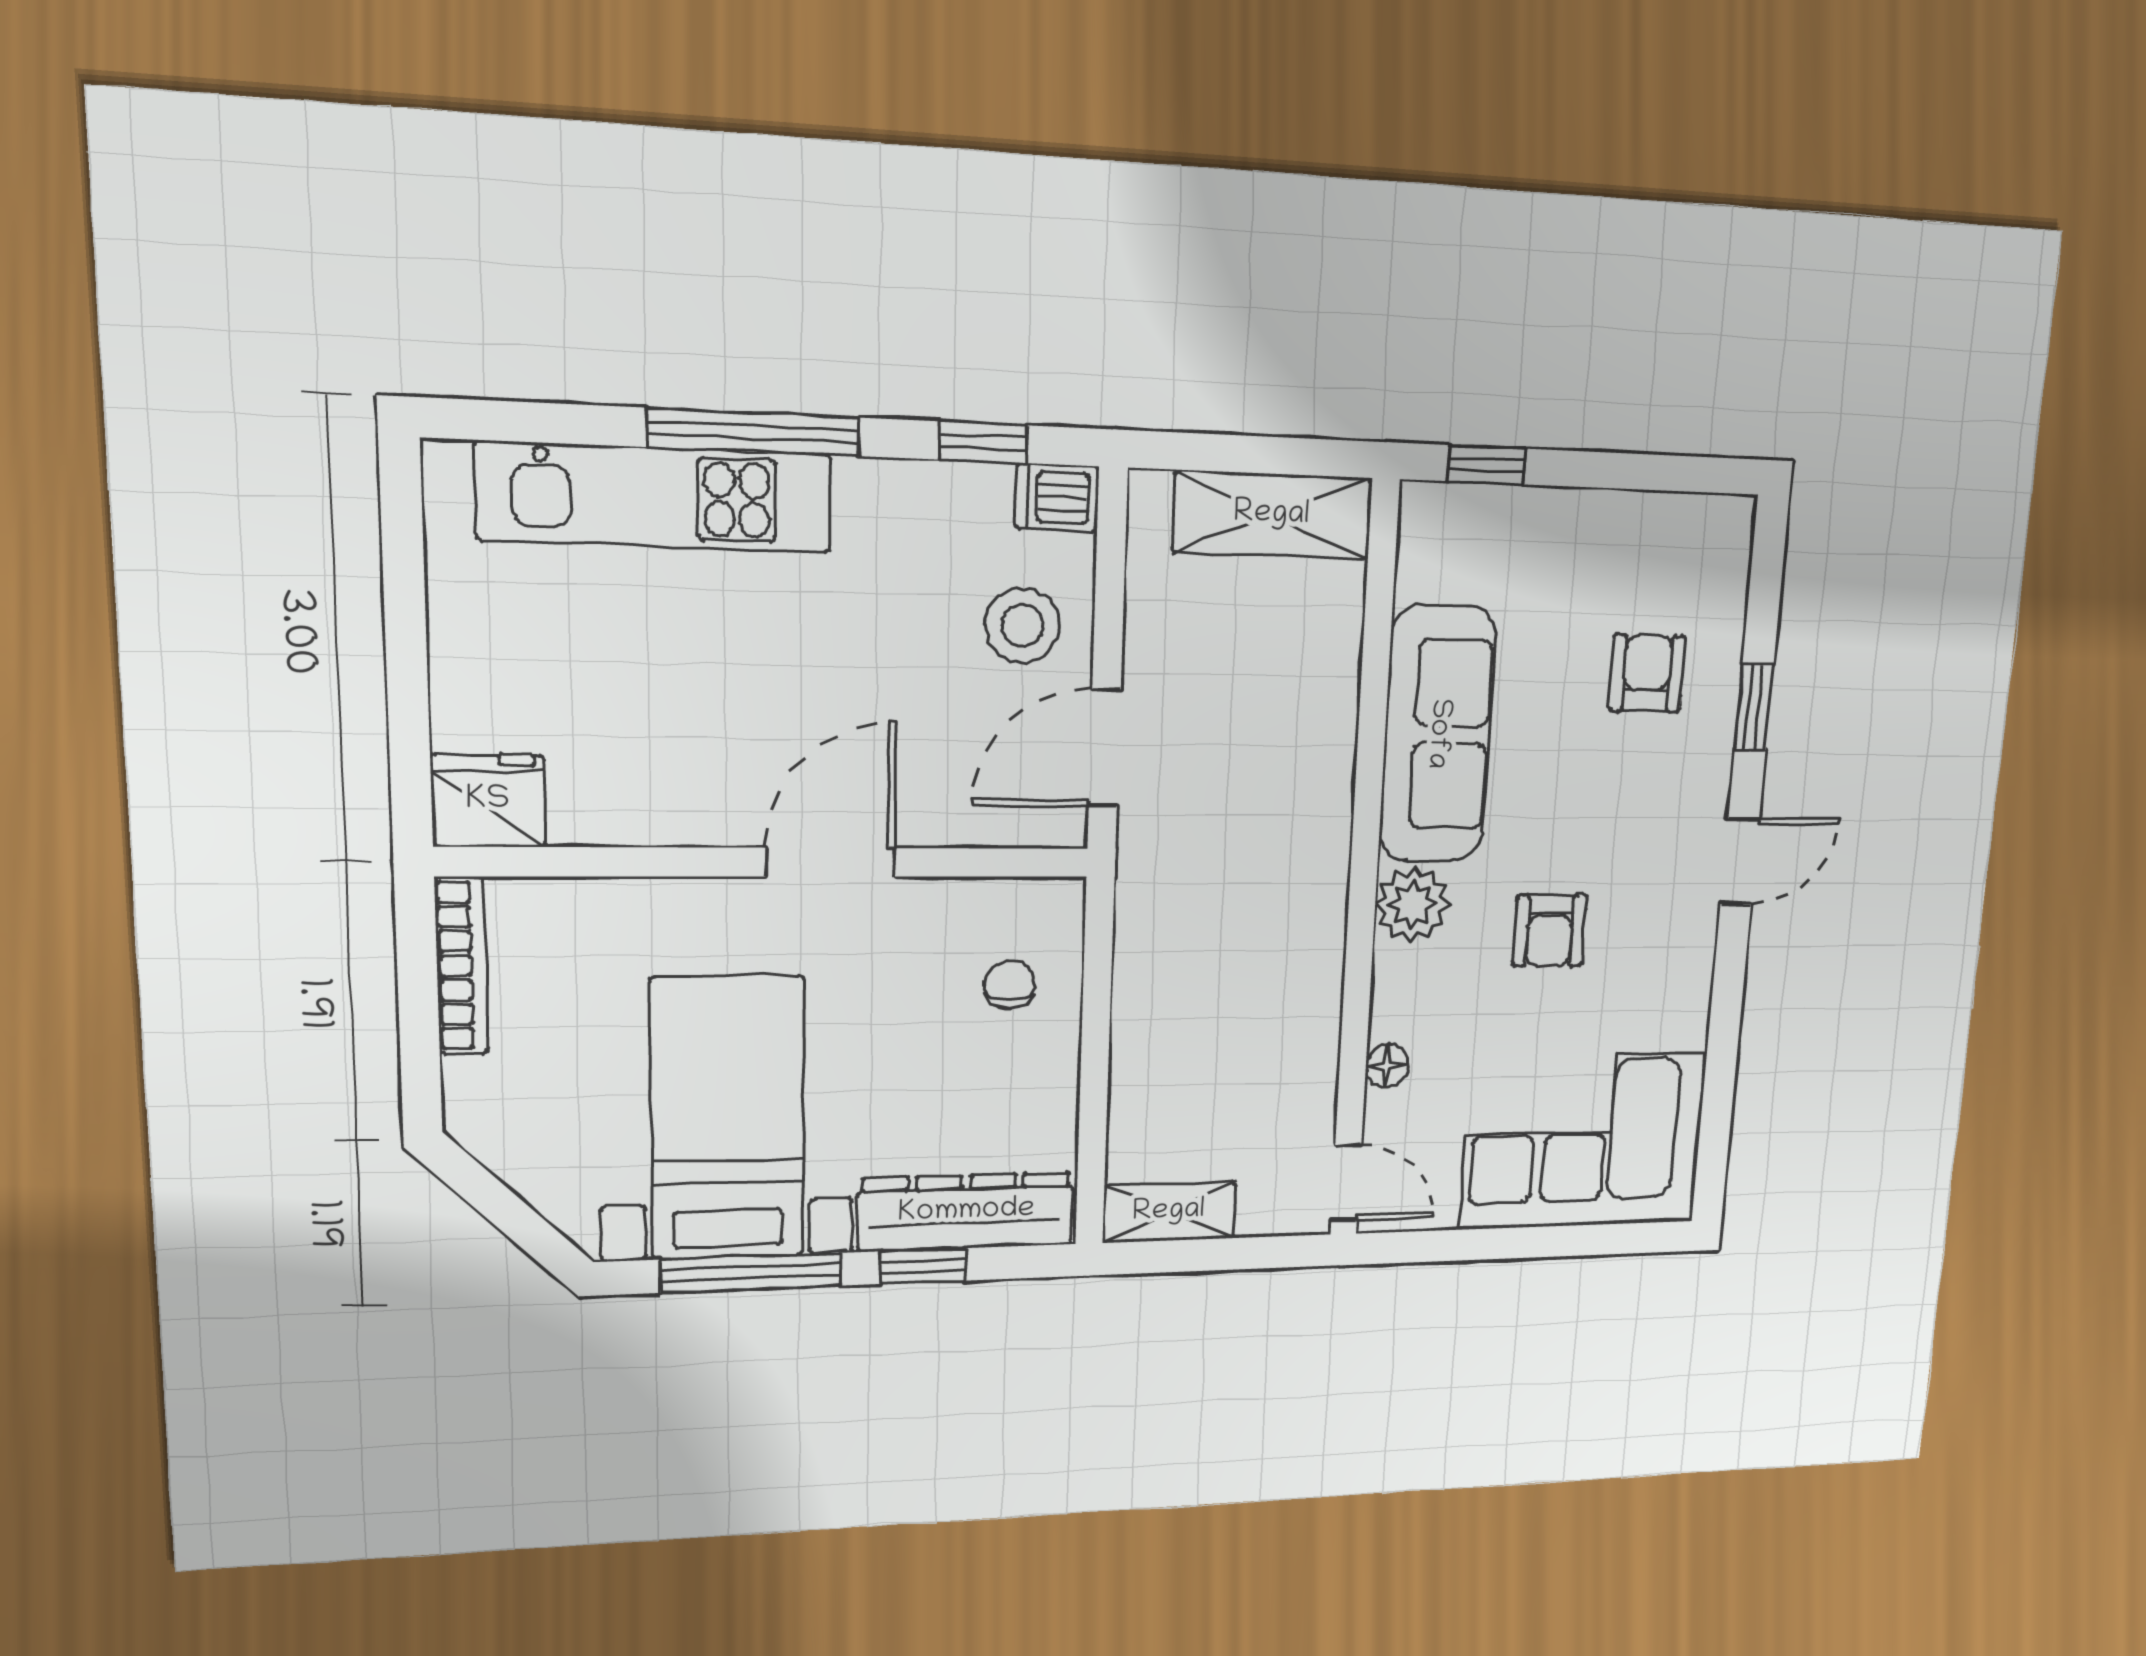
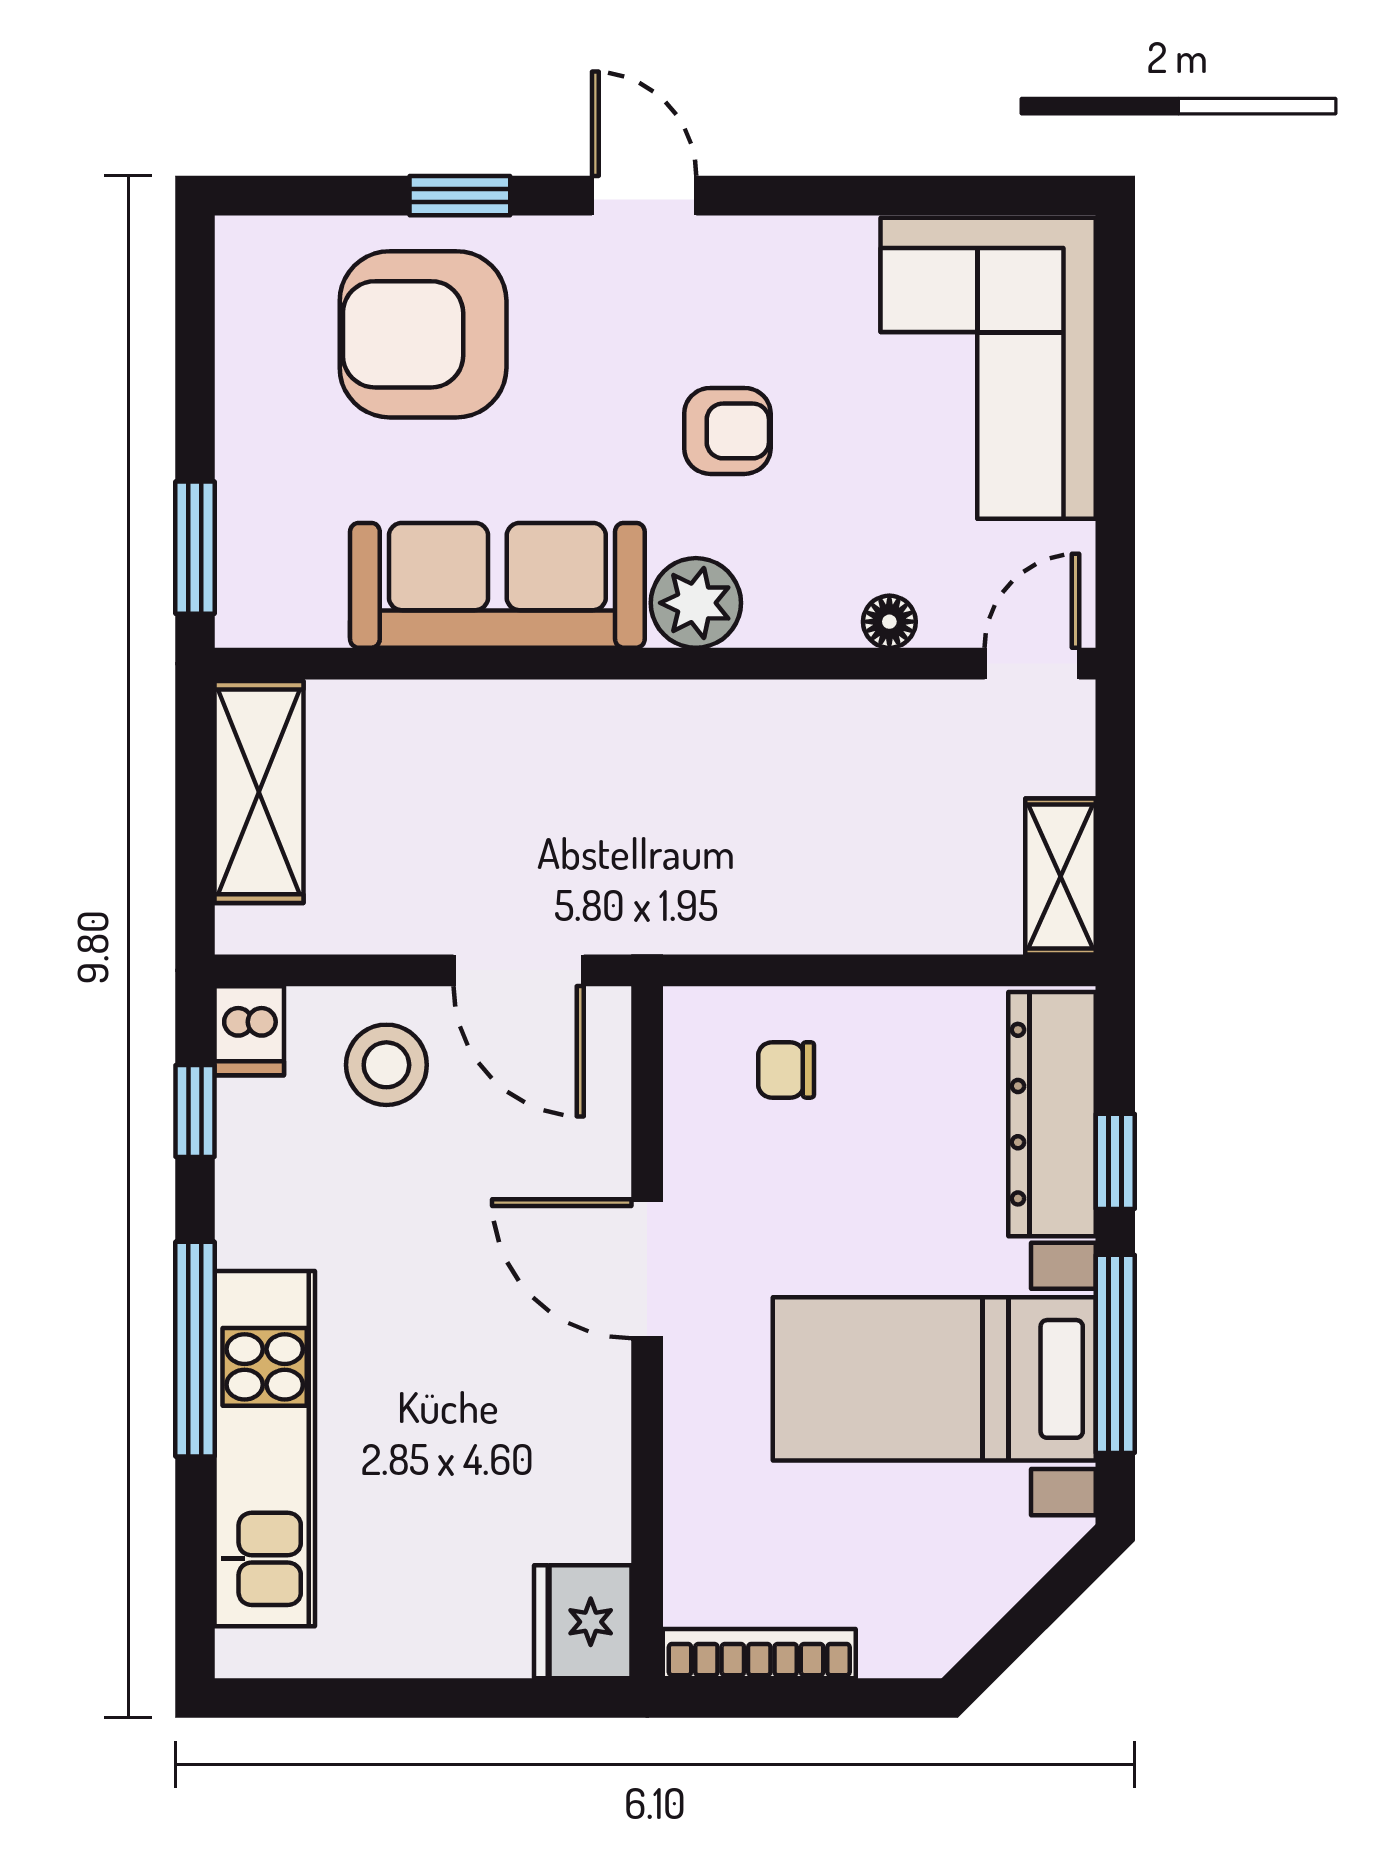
window: (1486, 465) -> (195, 548), width x1.50
armchair: (1647, 674) -> (423, 334), width x1.88, depth x1.88

